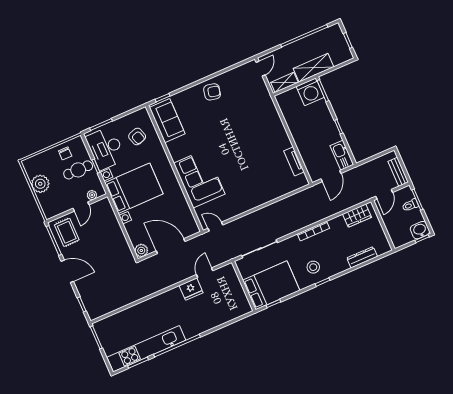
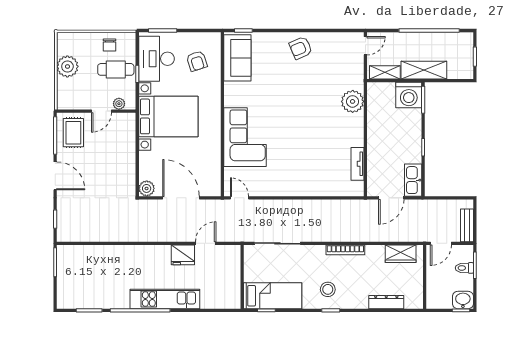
armchair: (212, 92) -> (301, 48), turned 145
plant: (269, 115) -> (353, 101), added
bed: (271, 285) -> (273, 296), width x0.67
kitchen unit: (146, 349) -> (165, 299), moved, width x0.73

